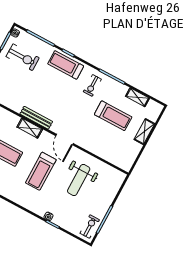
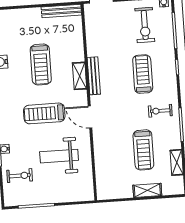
treadmill: (66, 65) -> (143, 74), moved
door: (64, 140) -> (90, 117), hinge flipped
exercise bike: (90, 226) -> (20, 176), moved

